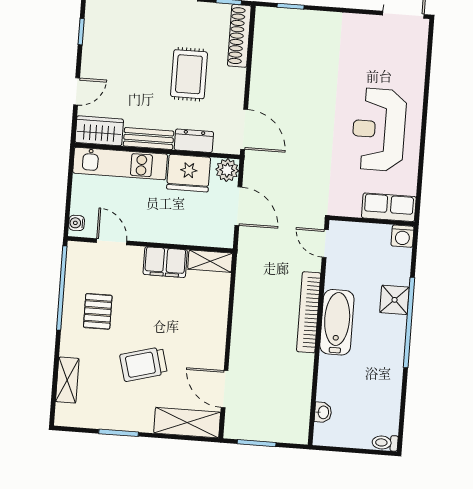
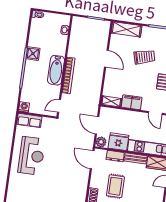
door: (325, 244) -> (59, 106), swing flipped
shower: (395, 300) -> (33, 54), moved
door: (225, 389) -> (106, 59), moved

